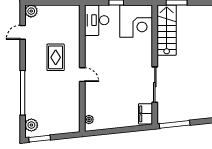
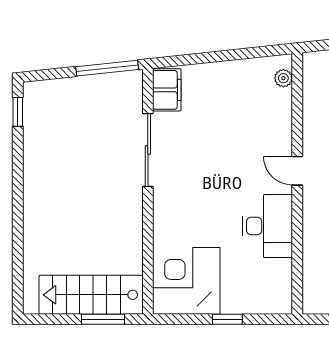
desk: (97, 20) -> (268, 226), moved
stairs: (167, 30) -> (91, 295), moved, turned 90

